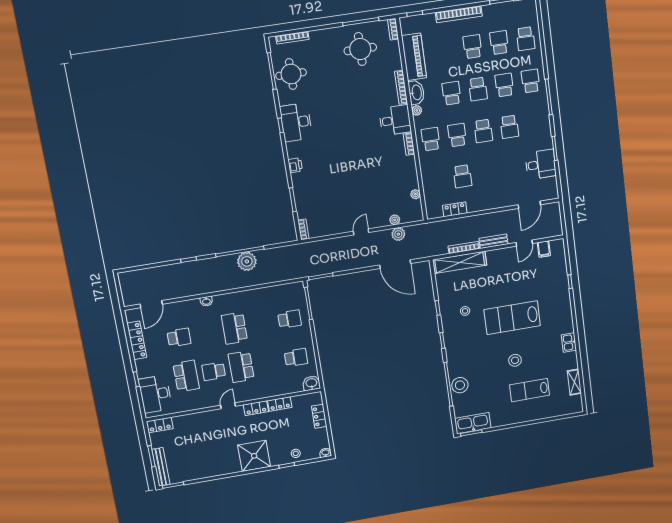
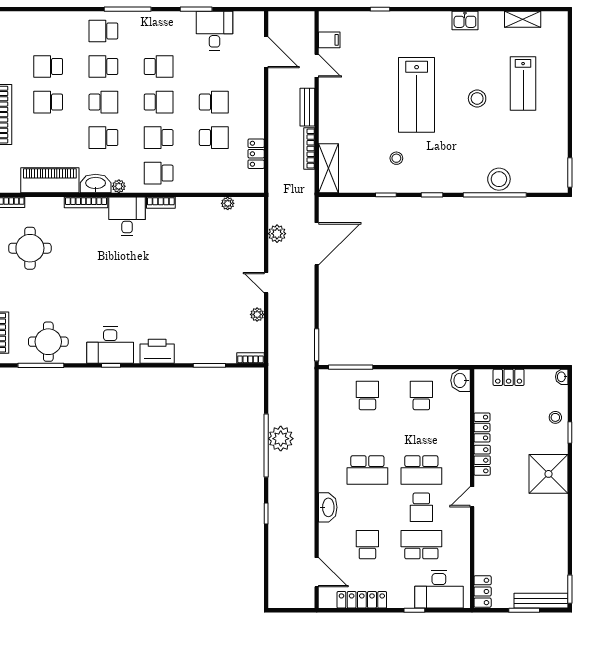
school desk: (526, 39) -> (214, 102), moved
printer: (295, 165) -> (157, 351), width x1.87, depth x1.48
plant: (395, 220) -> (257, 314), moved
shelving: (460, 262) -> (329, 168), width x0.68
washbasin: (206, 301) -> (328, 507), width x1.91, depth x1.45
door: (228, 406) -> (472, 497), hinge flipped
kitchen sink: (473, 423) -> (556, 169), removed

